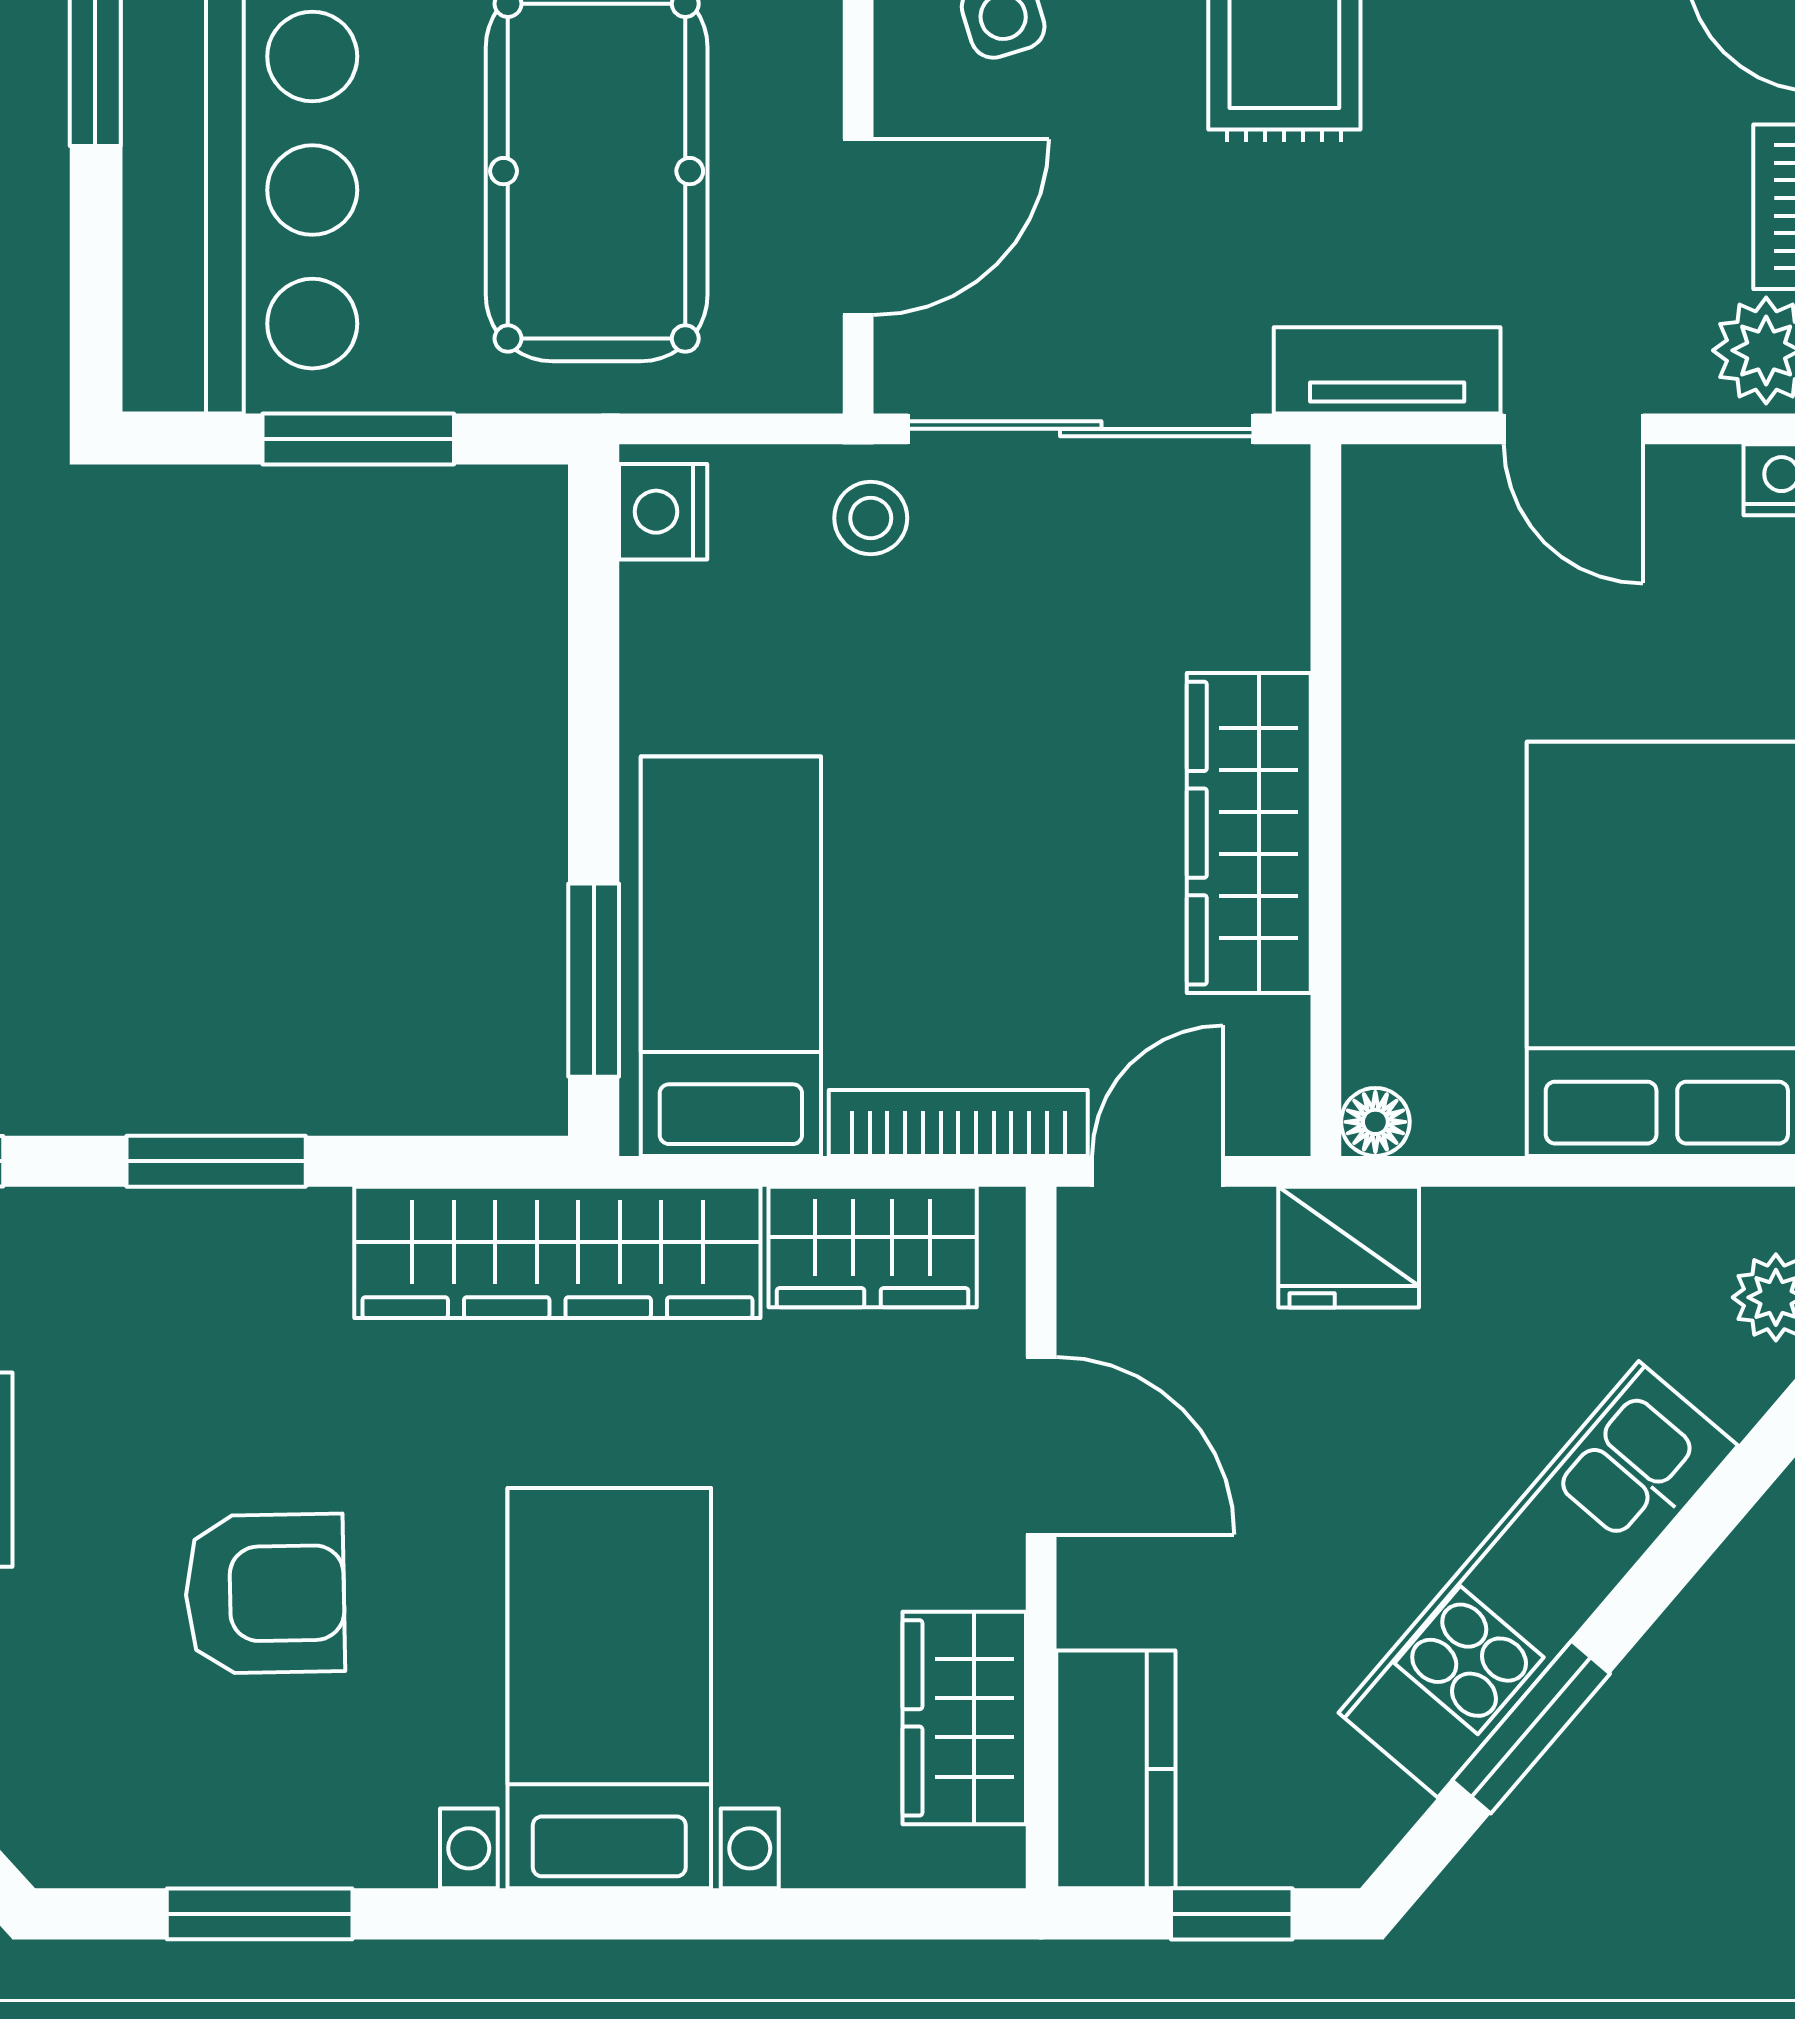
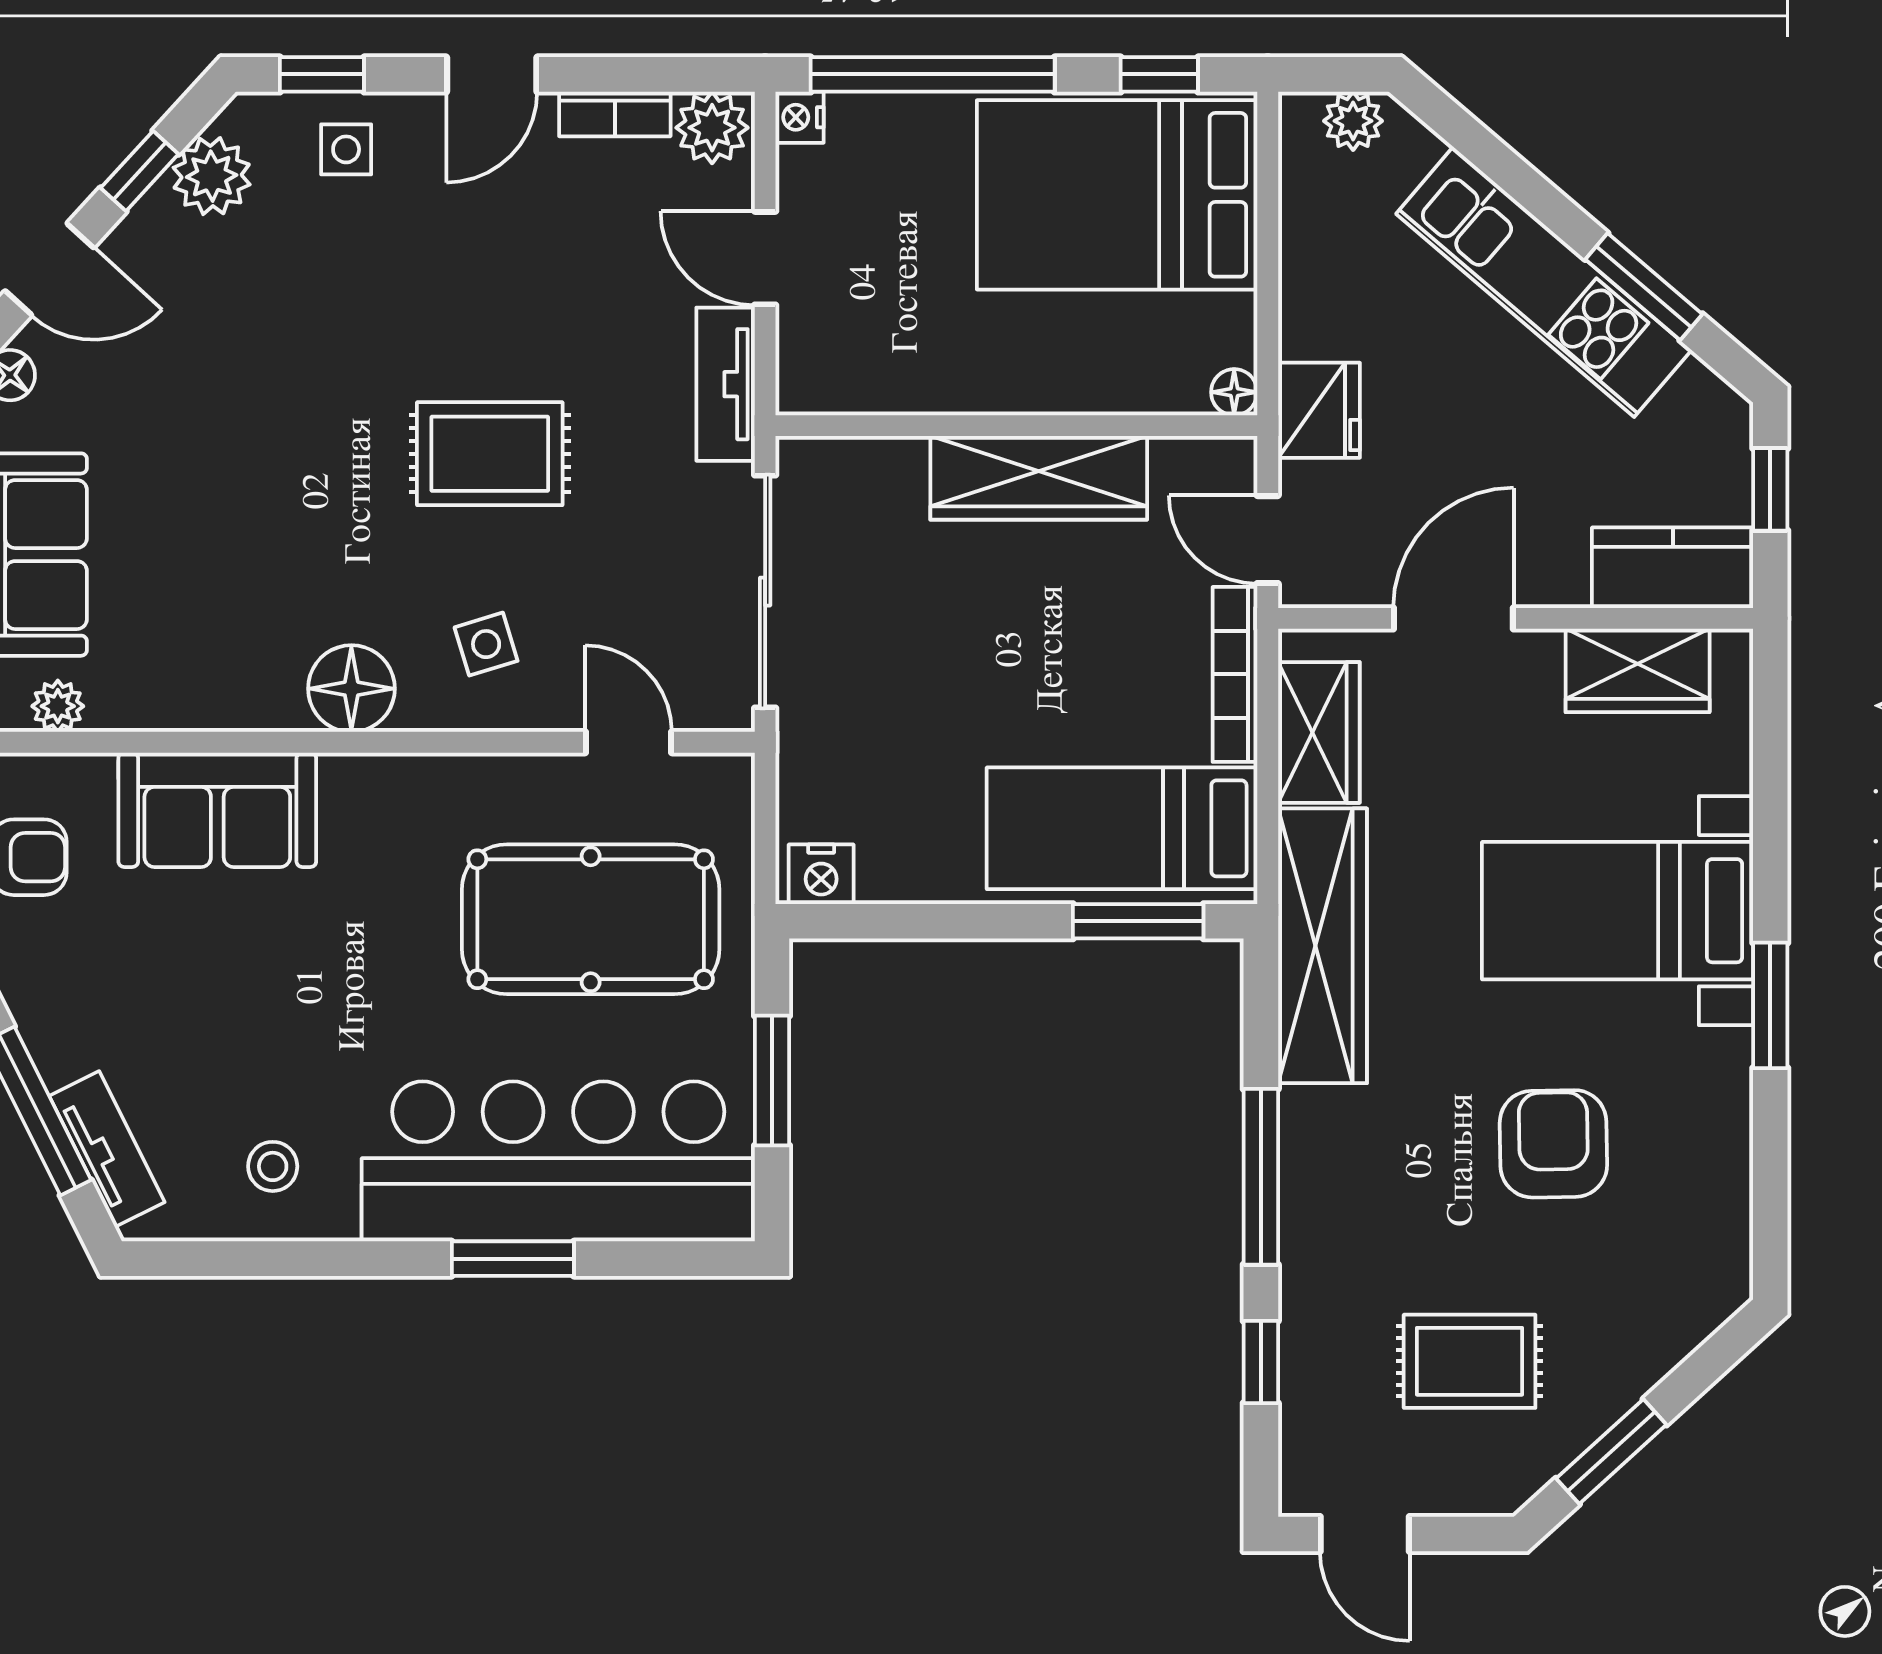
door: (858, 227) -> (629, 742), width x0.73
door: (1573, 429) -> (765, 258), swing flipped
stool: (871, 518) -> (825, 734), removed
window: (216, 1161) -> (1261, 1177), width x1.44
window: (260, 1914) -> (1770, 1005), moved

